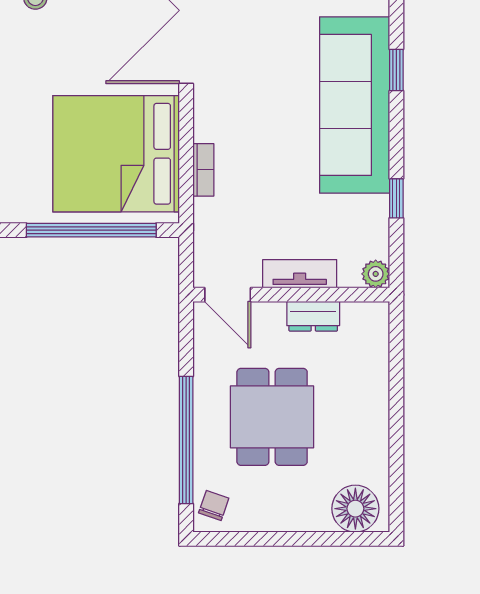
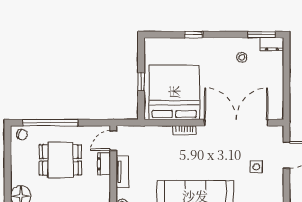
bookcase: (203, 170) -> (184, 130), moved
window: (91, 230) -> (141, 82), width x0.32
dresser: (313, 316) -> (104, 164), moved

